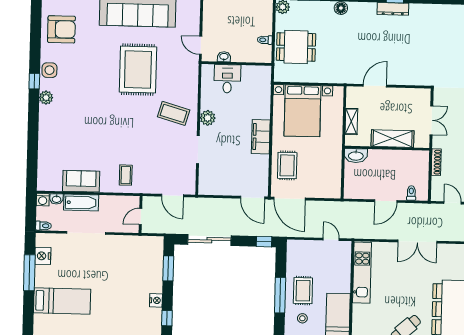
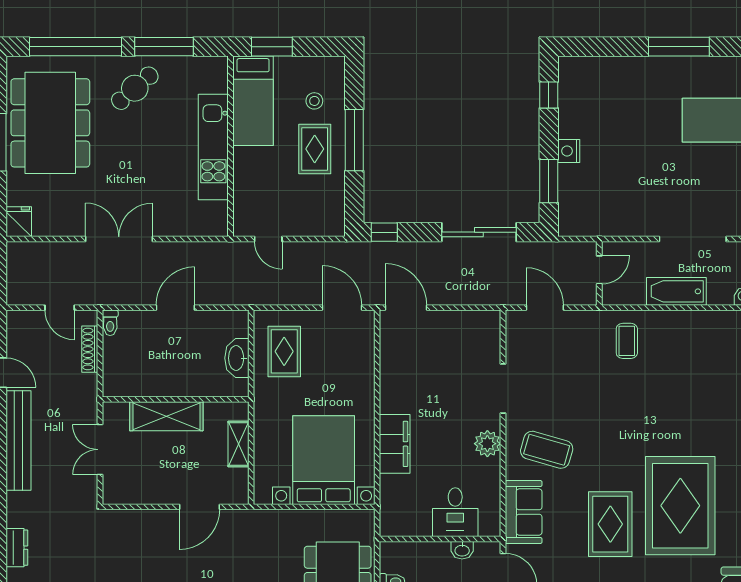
rug: (138, 70) -> (610, 524), width x0.73, depth x0.69
rug: (97, 79) -> (680, 506), added
filing cabinet: (261, 137) -> (395, 444), moved
washbasin: (356, 156) -> (237, 358), moved, turned -90
shoe rack: (436, 162) -> (90, 349), moved
rug: (287, 165) -> (284, 351), moved
sofa: (81, 181) -> (524, 512), moved, turned -90
toilet: (411, 193) -> (110, 323), moved
door: (290, 199) -> (342, 308), width x0.73
bathtub: (81, 203) -> (676, 291), moved
kitchen unit: (362, 273) -> (213, 147), moved
nightstand: (156, 300) -> (569, 151), moved

